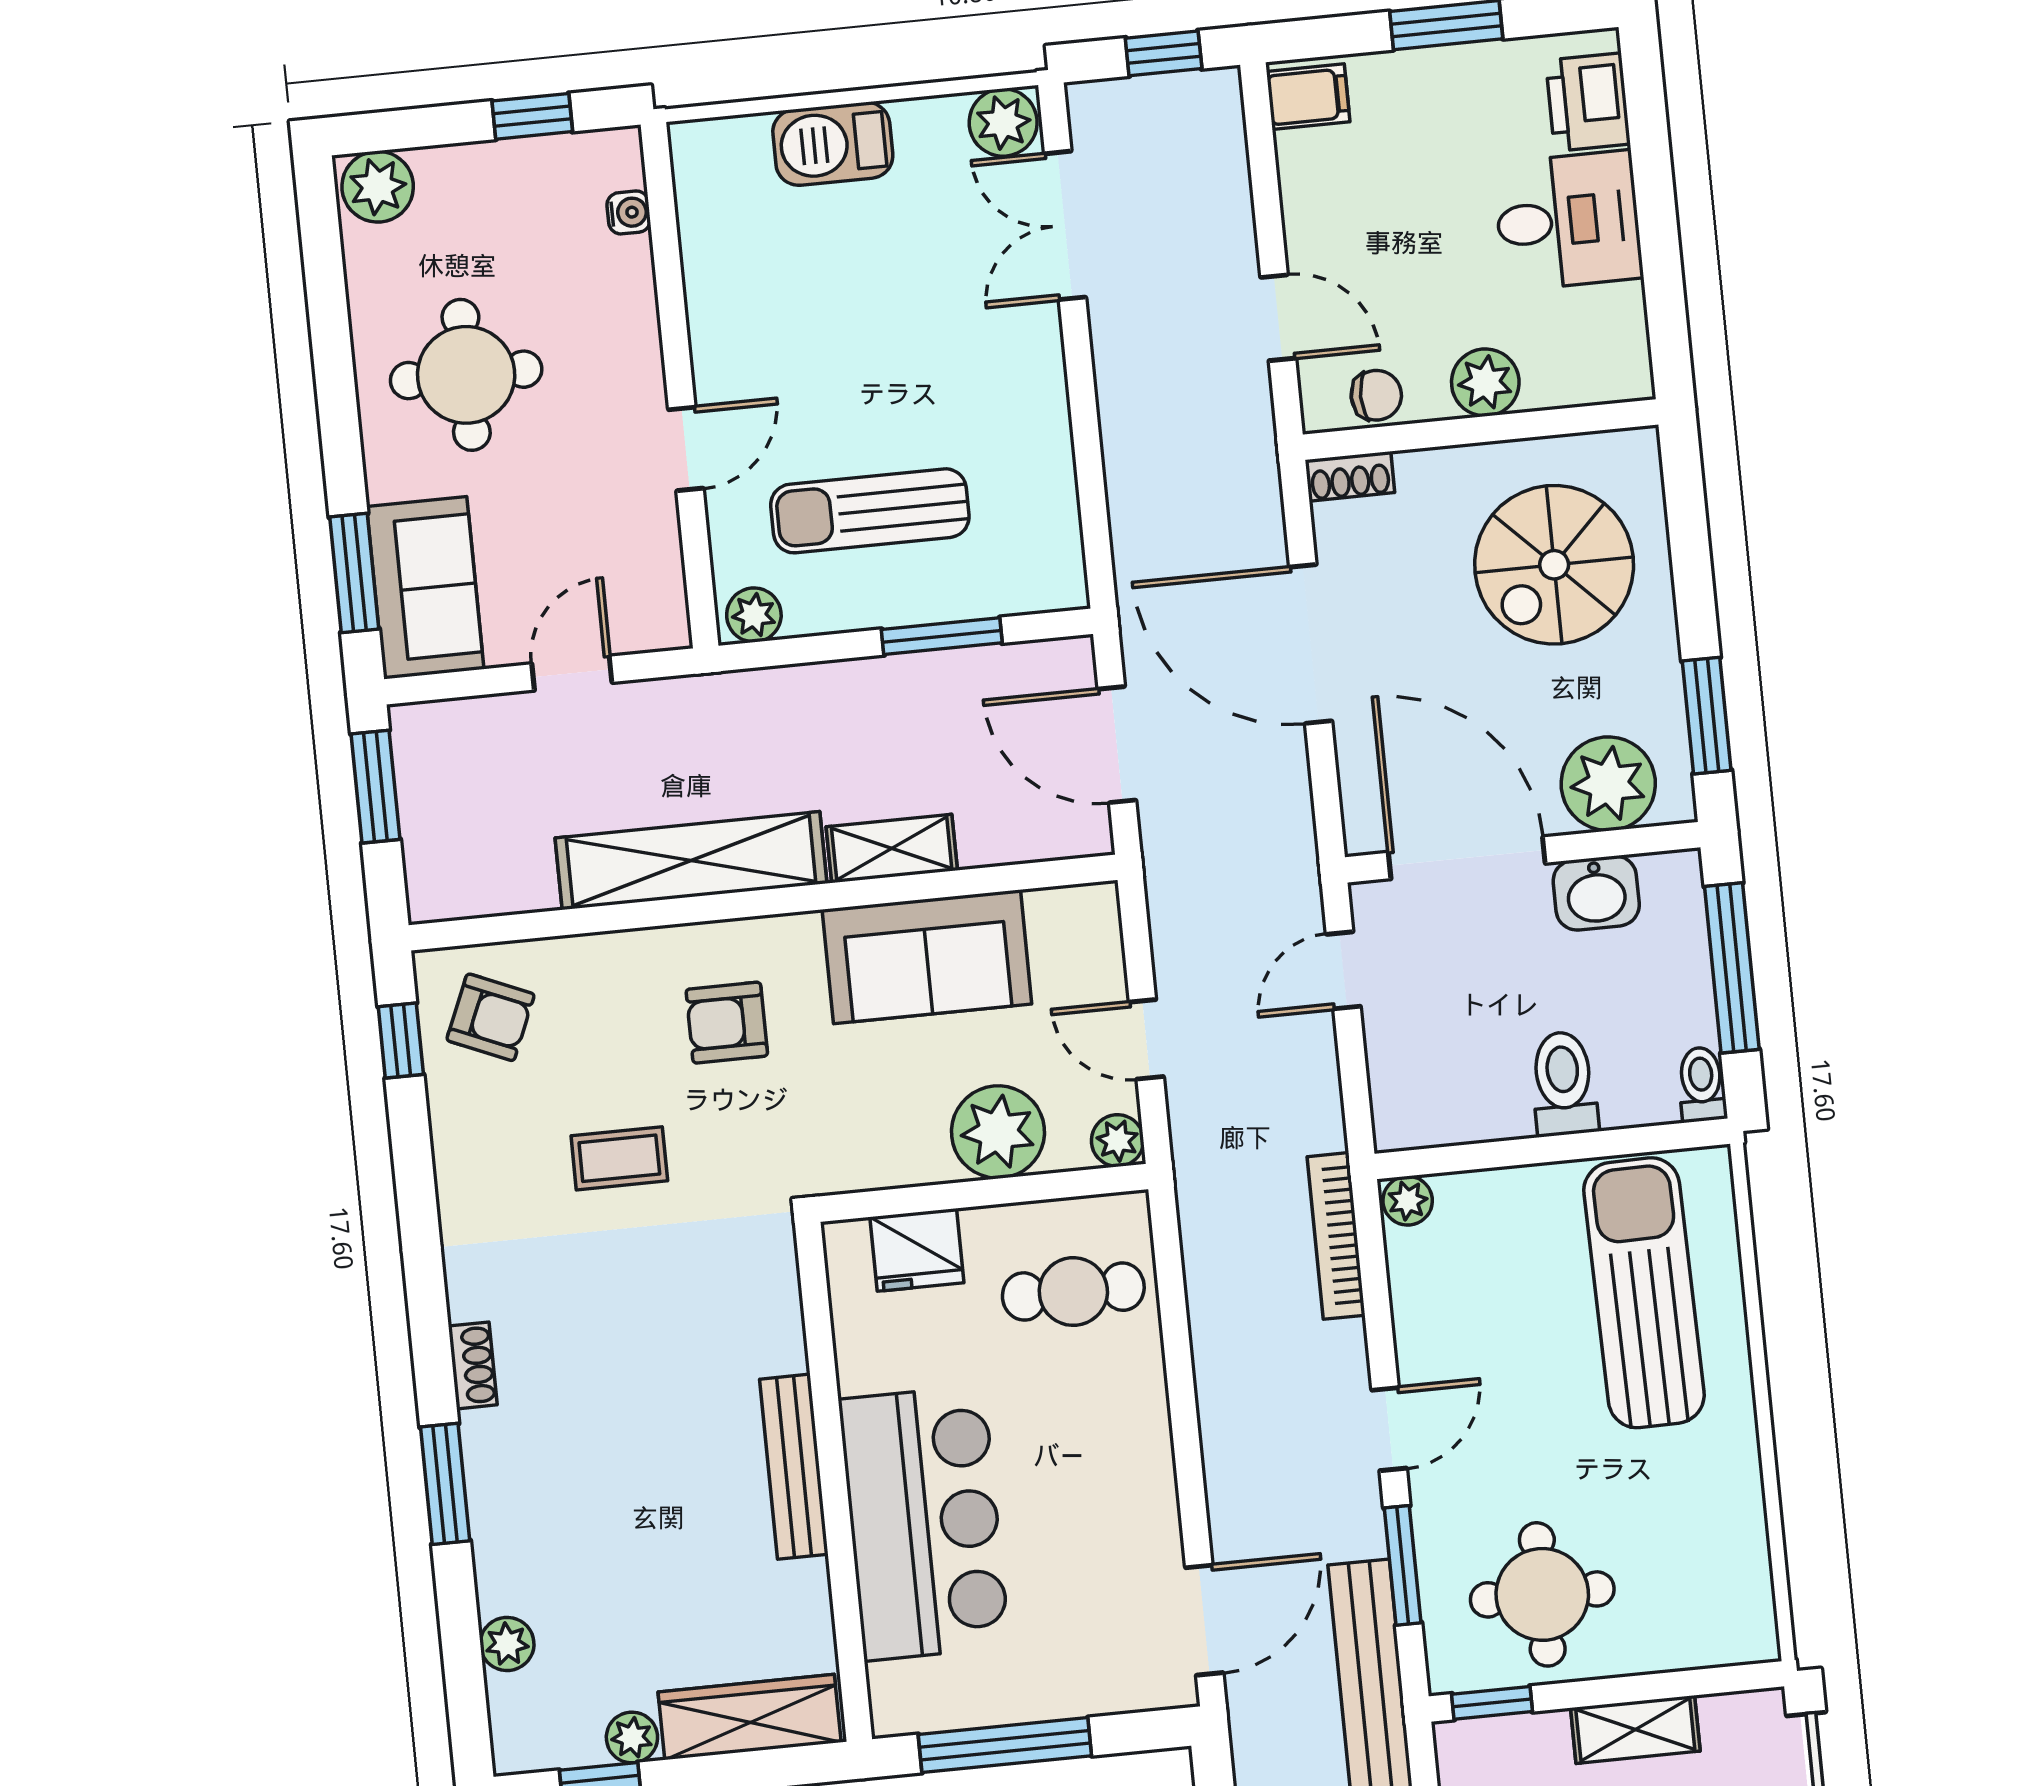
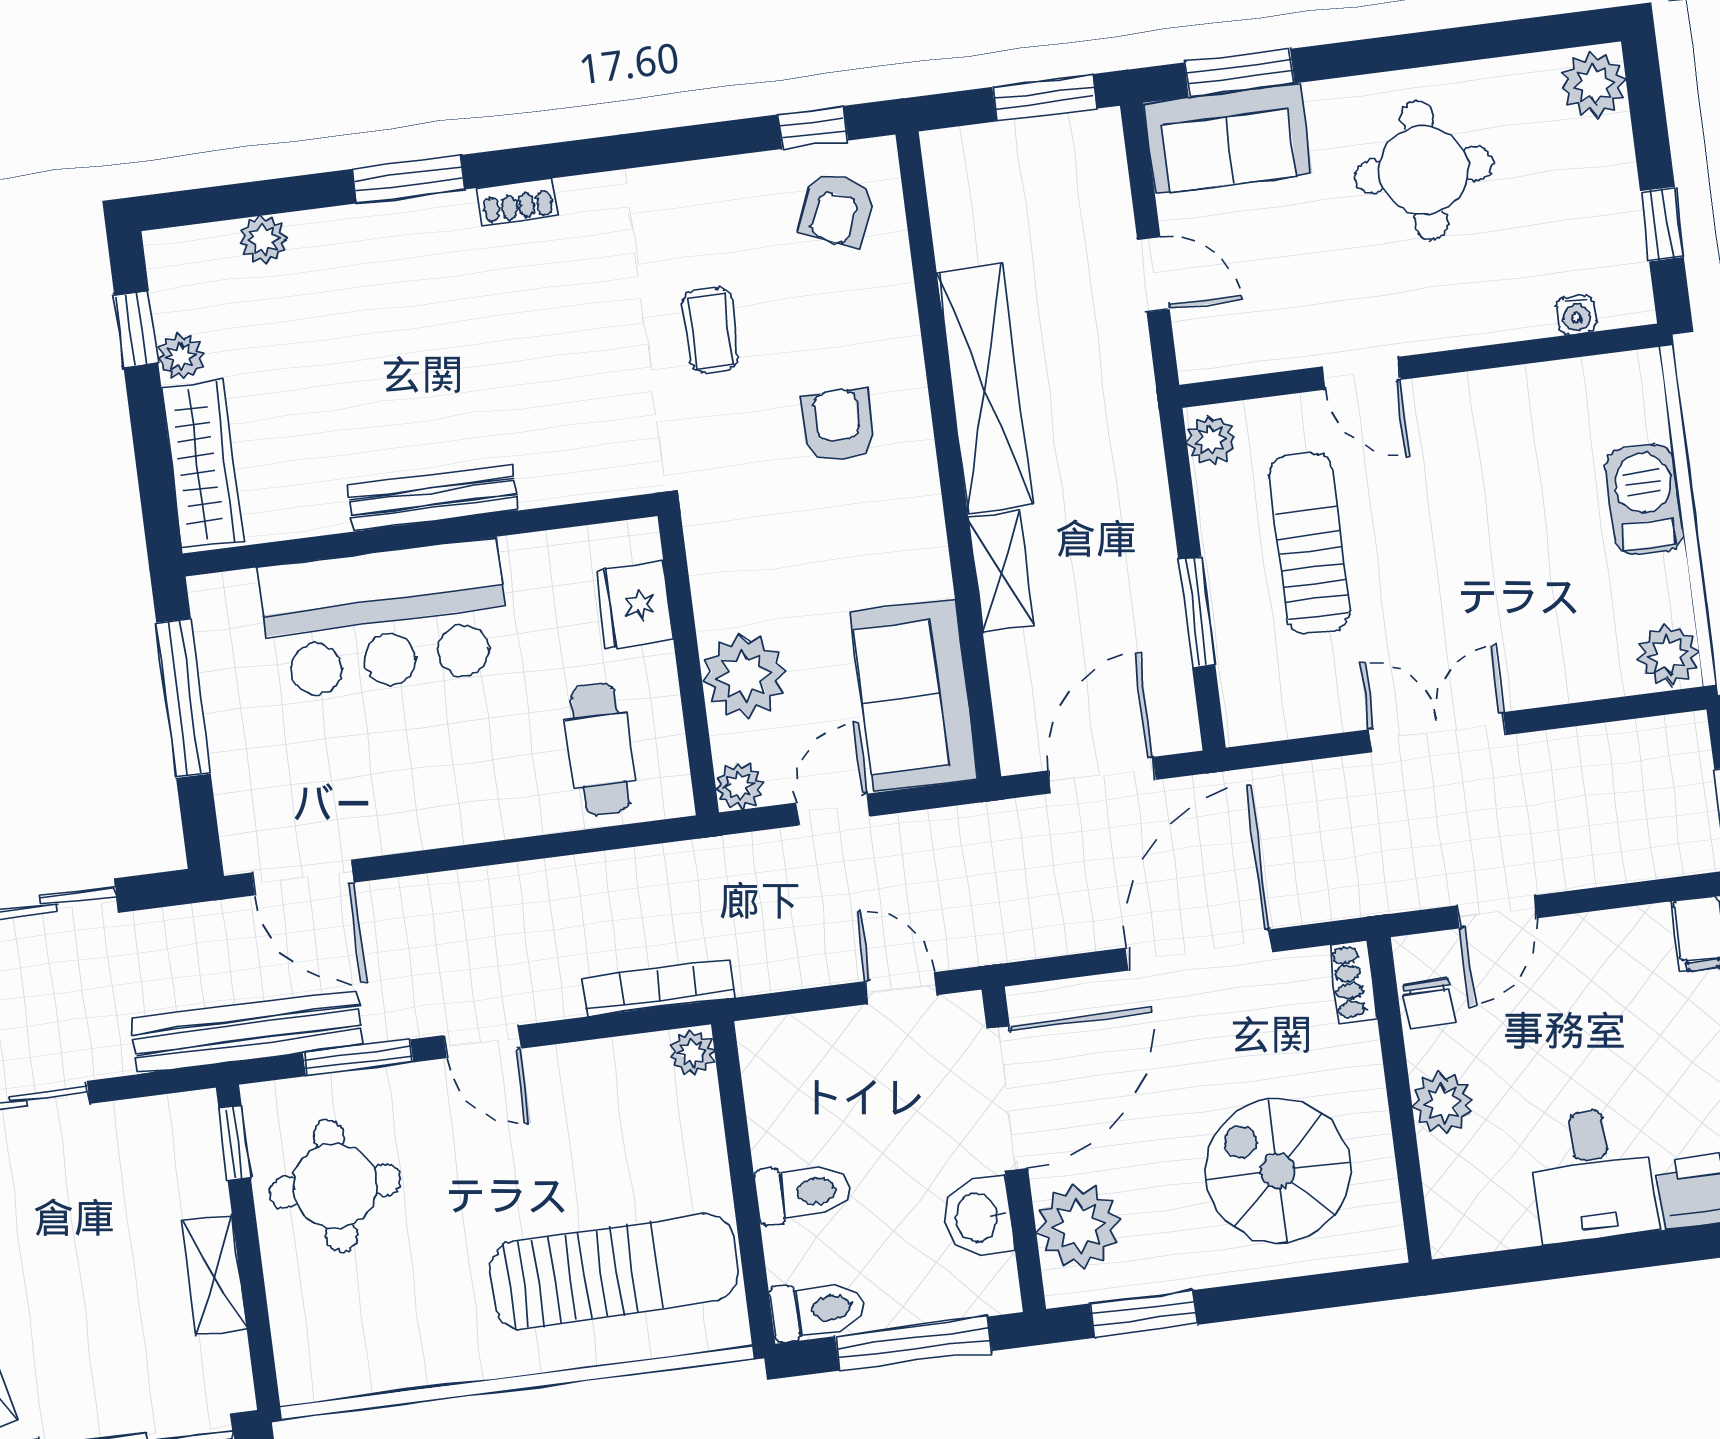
double door: (1065, 225) -> (1437, 732), moved
sofa: (927, 957) -> (914, 696), moved
toilet: (1702, 1084) -> (818, 1310), width x1.37, depth x1.39

